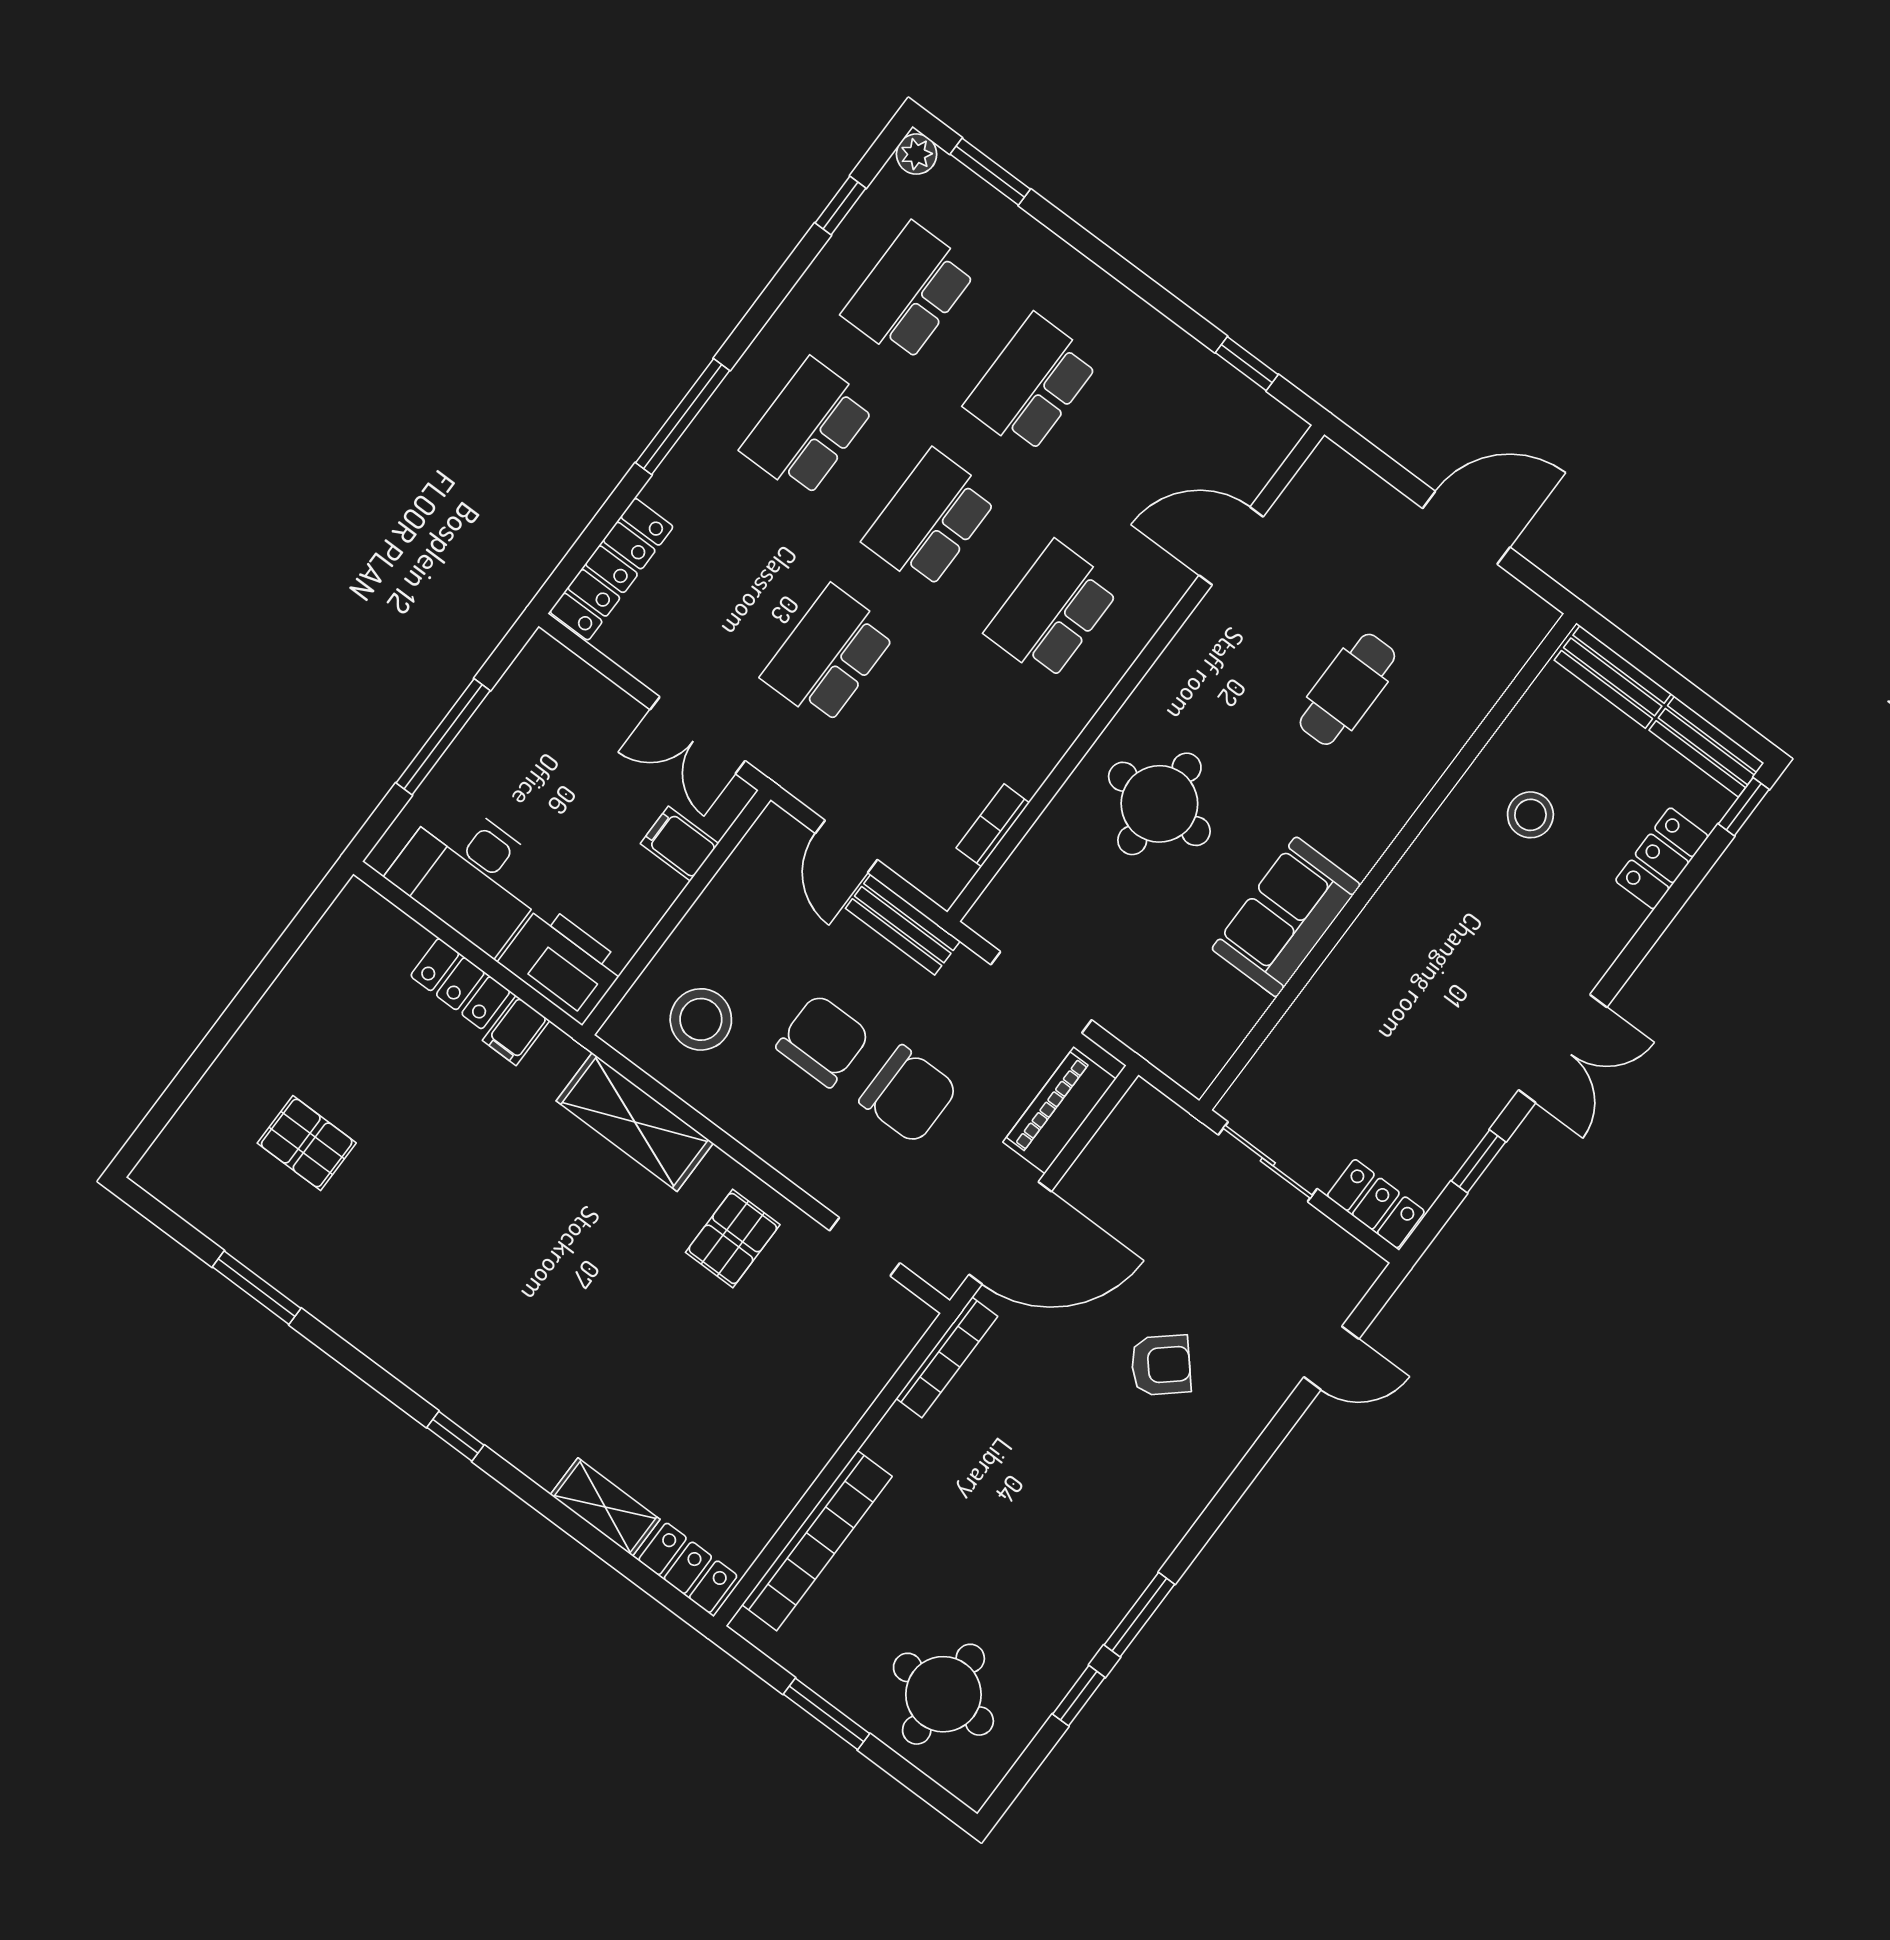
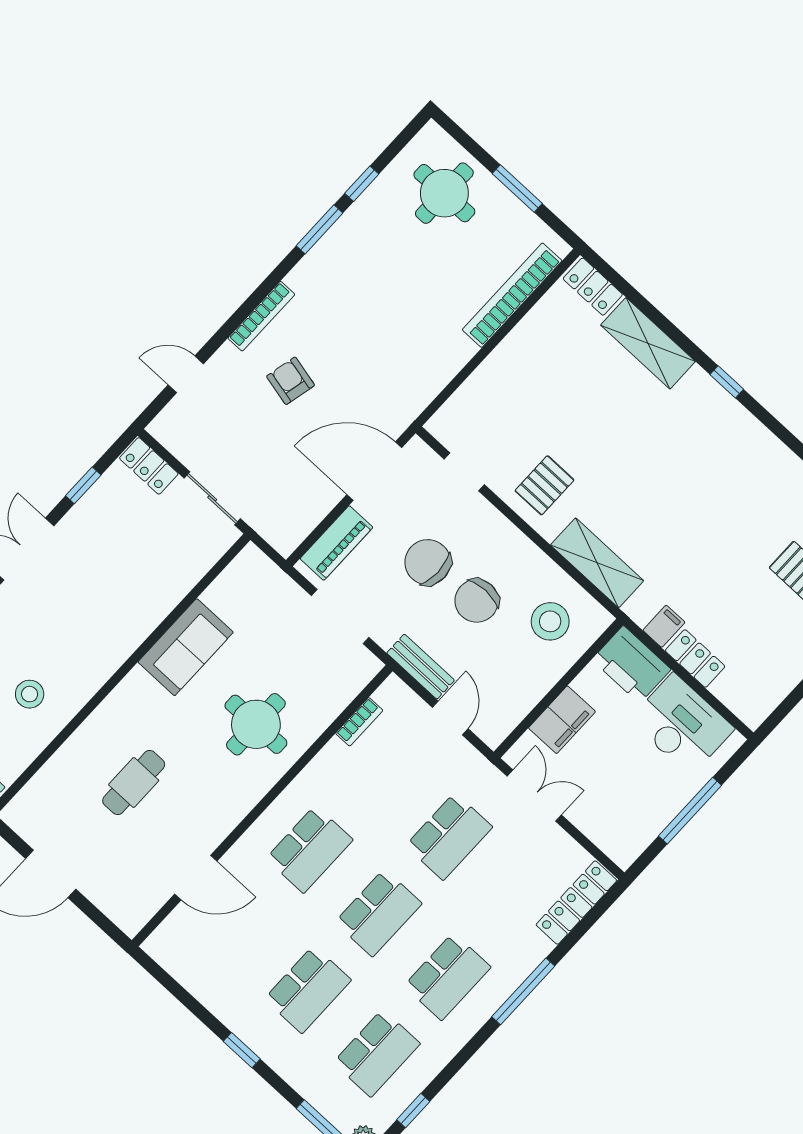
window: (1247, 364) -> (242, 1050), moved
filing cabinet: (679, 844) -> (562, 720), width x2.00
bookcase: (947, 1357) -> (261, 316), moved, turned 180
armchair: (1161, 1365) -> (291, 381), turned 54
shelving: (605, 1507) -> (648, 343), width x1.50, depth x1.33

